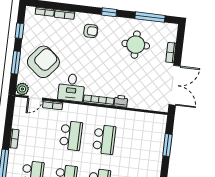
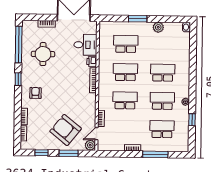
window: (150, 17) -> (19, 45), width x1.46
desk: (71, 87) -> (85, 45), moved
door: (35, 98) -> (97, 134), swing flipped
school desk: (137, 143) -> (126, 44), added
window: (167, 145) -> (138, 19), moved

